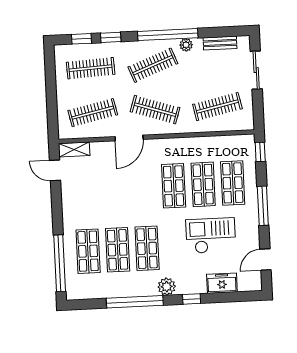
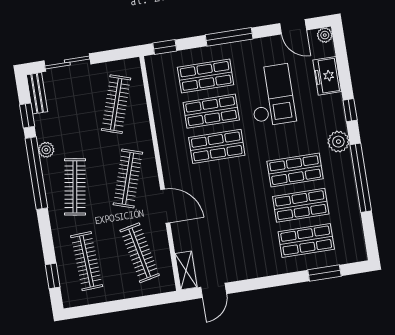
window: (111, 37) -> (27, 115), moved
bench: (220, 43) -> (37, 93), moved
clothes rail: (153, 65) -> (75, 187), turned 30
clothes rail: (217, 107) -> (116, 104), turned 30
checkout: (211, 236) -> (272, 95), turned 180
window: (60, 263) -> (324, 273), width x0.47
plant: (256, 285) -> (325, 35), added

